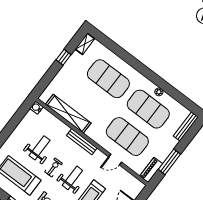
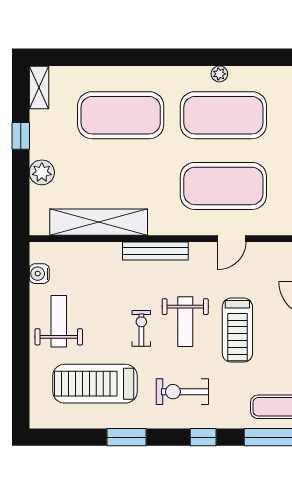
plant: (61, 78) -> (42, 172), added
water cooler: (36, 108) -> (39, 274), moved
weight bench: (40, 148) -> (59, 321), moved
weight bench: (72, 178) -> (185, 322), turned 180

